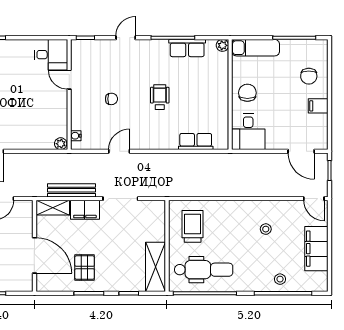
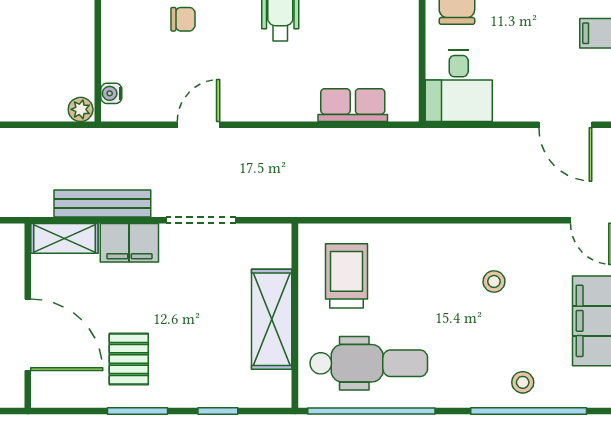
shelving: (155, 267) -> (272, 319), moved

